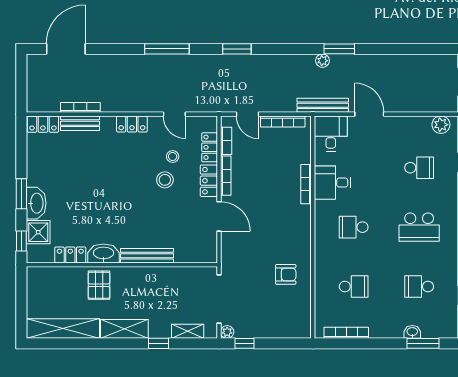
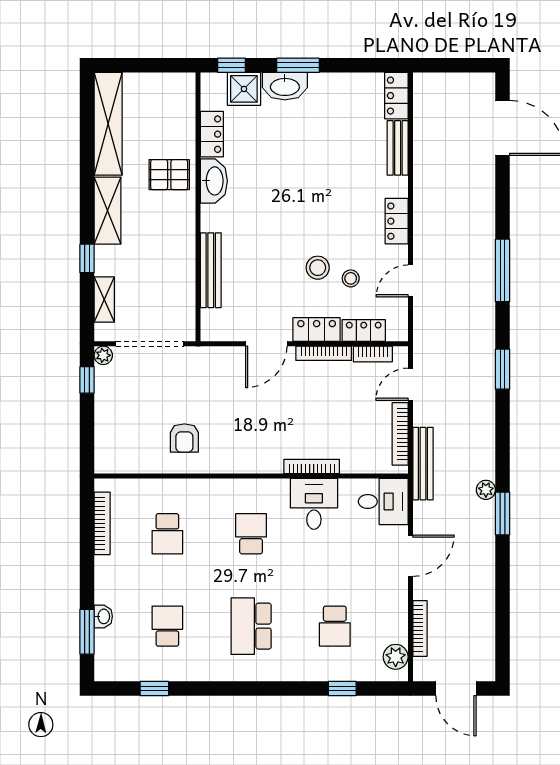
bench: (323, 105) -> (423, 464), moved
bookcase: (80, 107) -> (420, 628), moved
bench: (147, 256) -> (211, 270), moved

